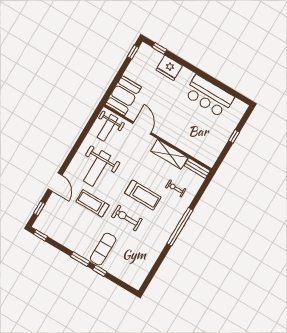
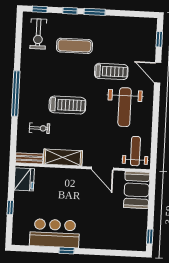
window: (159, 48) -> (67, 250), moved
fridge: (169, 68) -> (24, 179), moved, turned 90
weight bench: (97, 168) -> (125, 107), turned 180
treadmill: (143, 195) -> (67, 105), turned 180
exercise bike: (127, 218) -> (38, 34), moved, turned 90
window: (40, 235) -> (40, 9), moved
exercise mat: (103, 249) -> (74, 46), moved, turned 90

